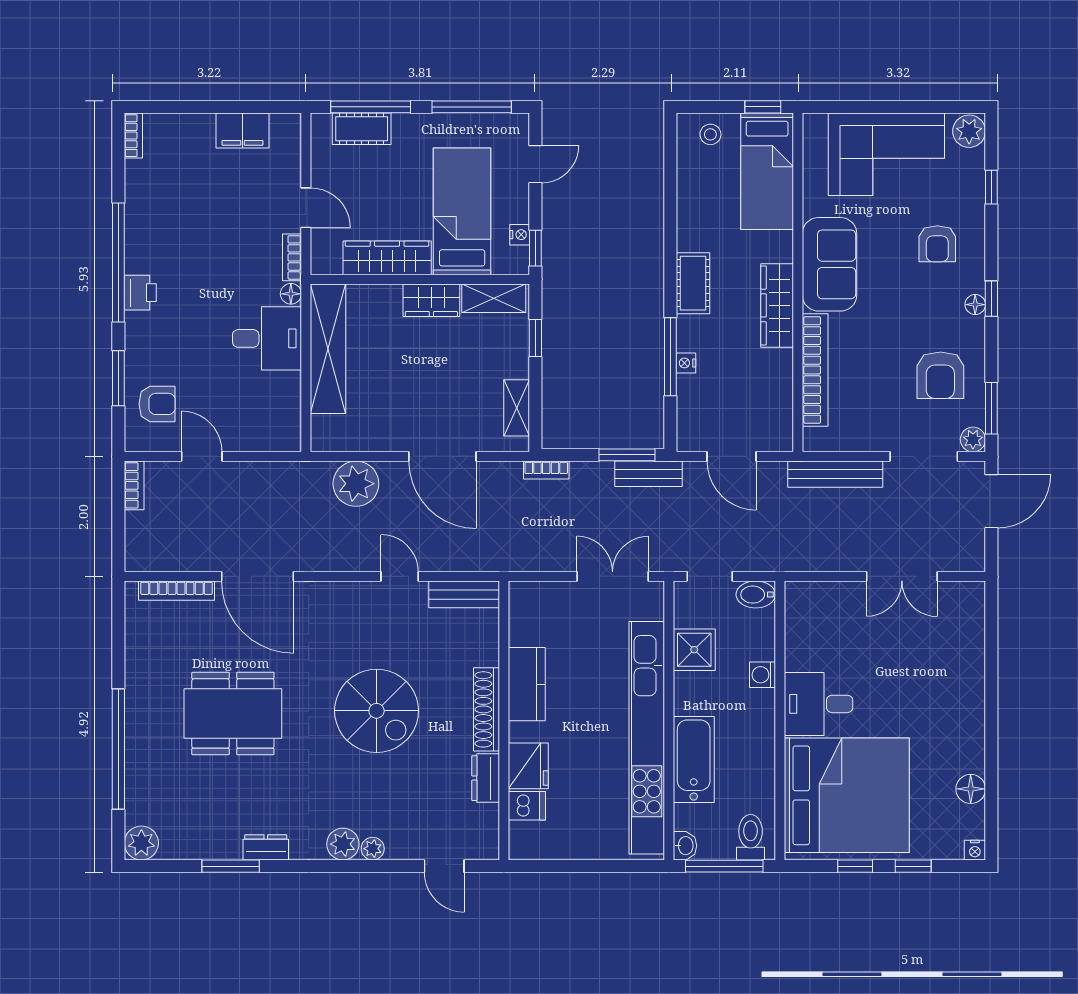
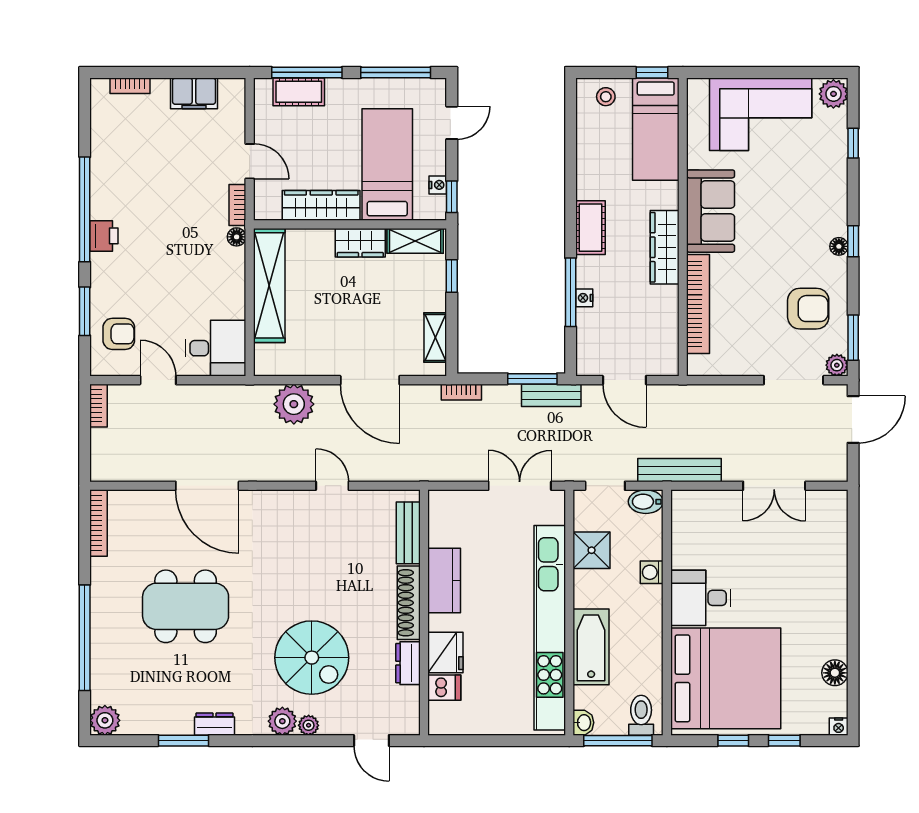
bookcase: (133, 136) -> (130, 86), moved, turned 90
armchair: (937, 244) -> (805, 193), removed
desk: (267, 338) -> (216, 348), moved
armchair: (940, 375) -> (808, 309), turned -90
bench: (835, 474) -> (680, 470), moved
bookcase: (177, 591) -> (98, 523), moved, turned -90
bench: (464, 594) -> (408, 533), moved, turned 90
spiral stairs: (377, 711) -> (312, 658), moved

